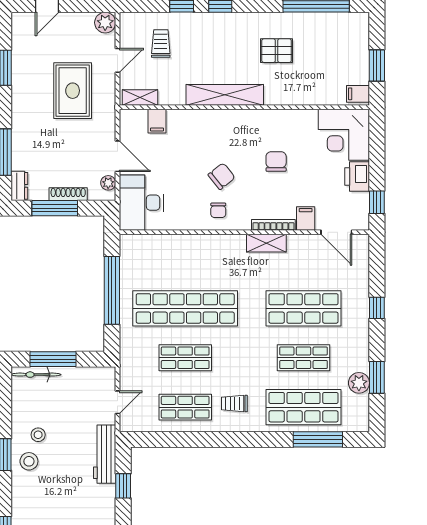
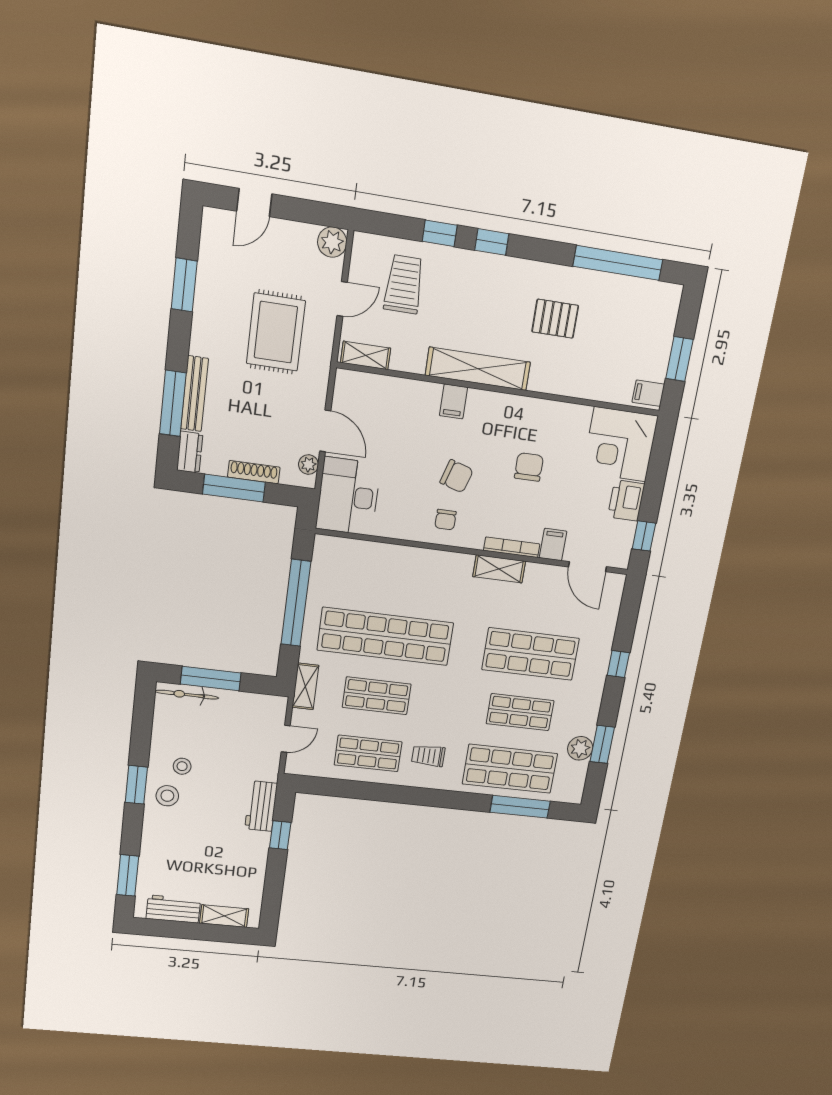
trolley: (161, 44) -> (404, 284), width x1.36, depth x1.39
filing cabinet: (157, 121) -> (453, 401), moved
bench: (19, 143) -> (194, 394), added
chair: (222, 176) -> (457, 476), turned 56
shelving: (128, 357) -> (305, 686), added
workbench: (105, 454) -> (261, 806), width x0.73

